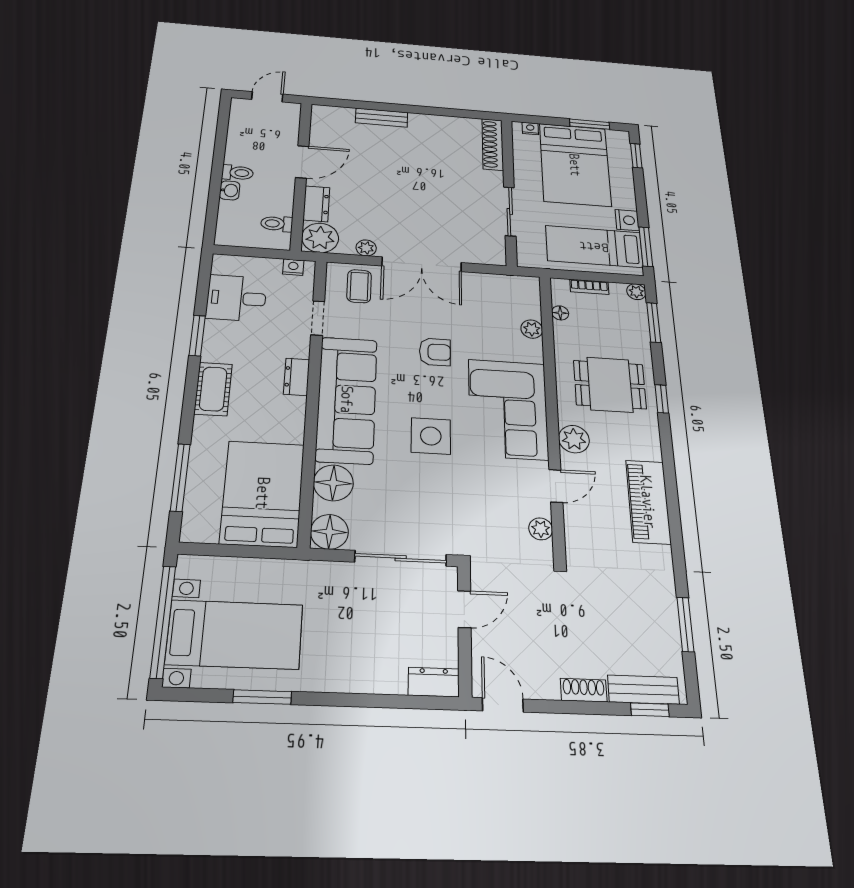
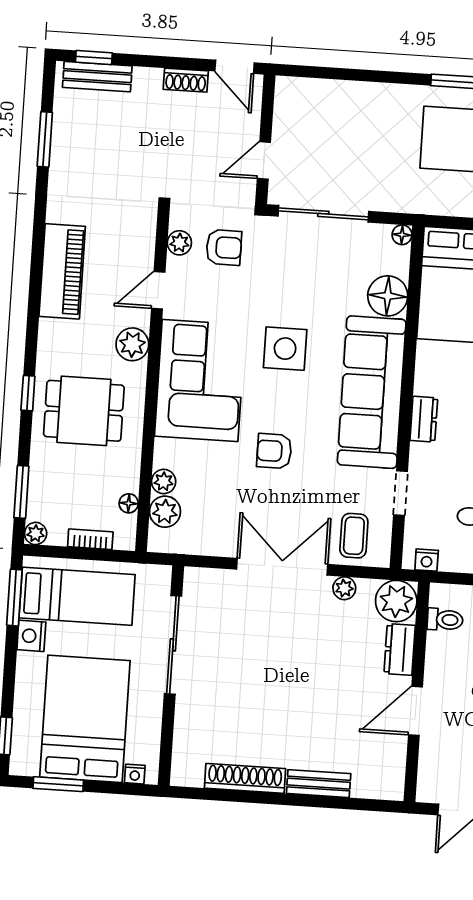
shoe rack: (493, 144) -> (245, 778), moved, turned -90
sliding door: (510, 211) -> (173, 645), width x1.37
plant: (528, 306) -> (165, 512), added
armchair: (497, 525) -> (224, 247), added
floor lamp: (329, 532) -> (402, 235), width x0.53, depth x0.53
dresser: (434, 682) -> (298, 90), removed
shoe rack: (584, 690) -> (186, 80), moved

